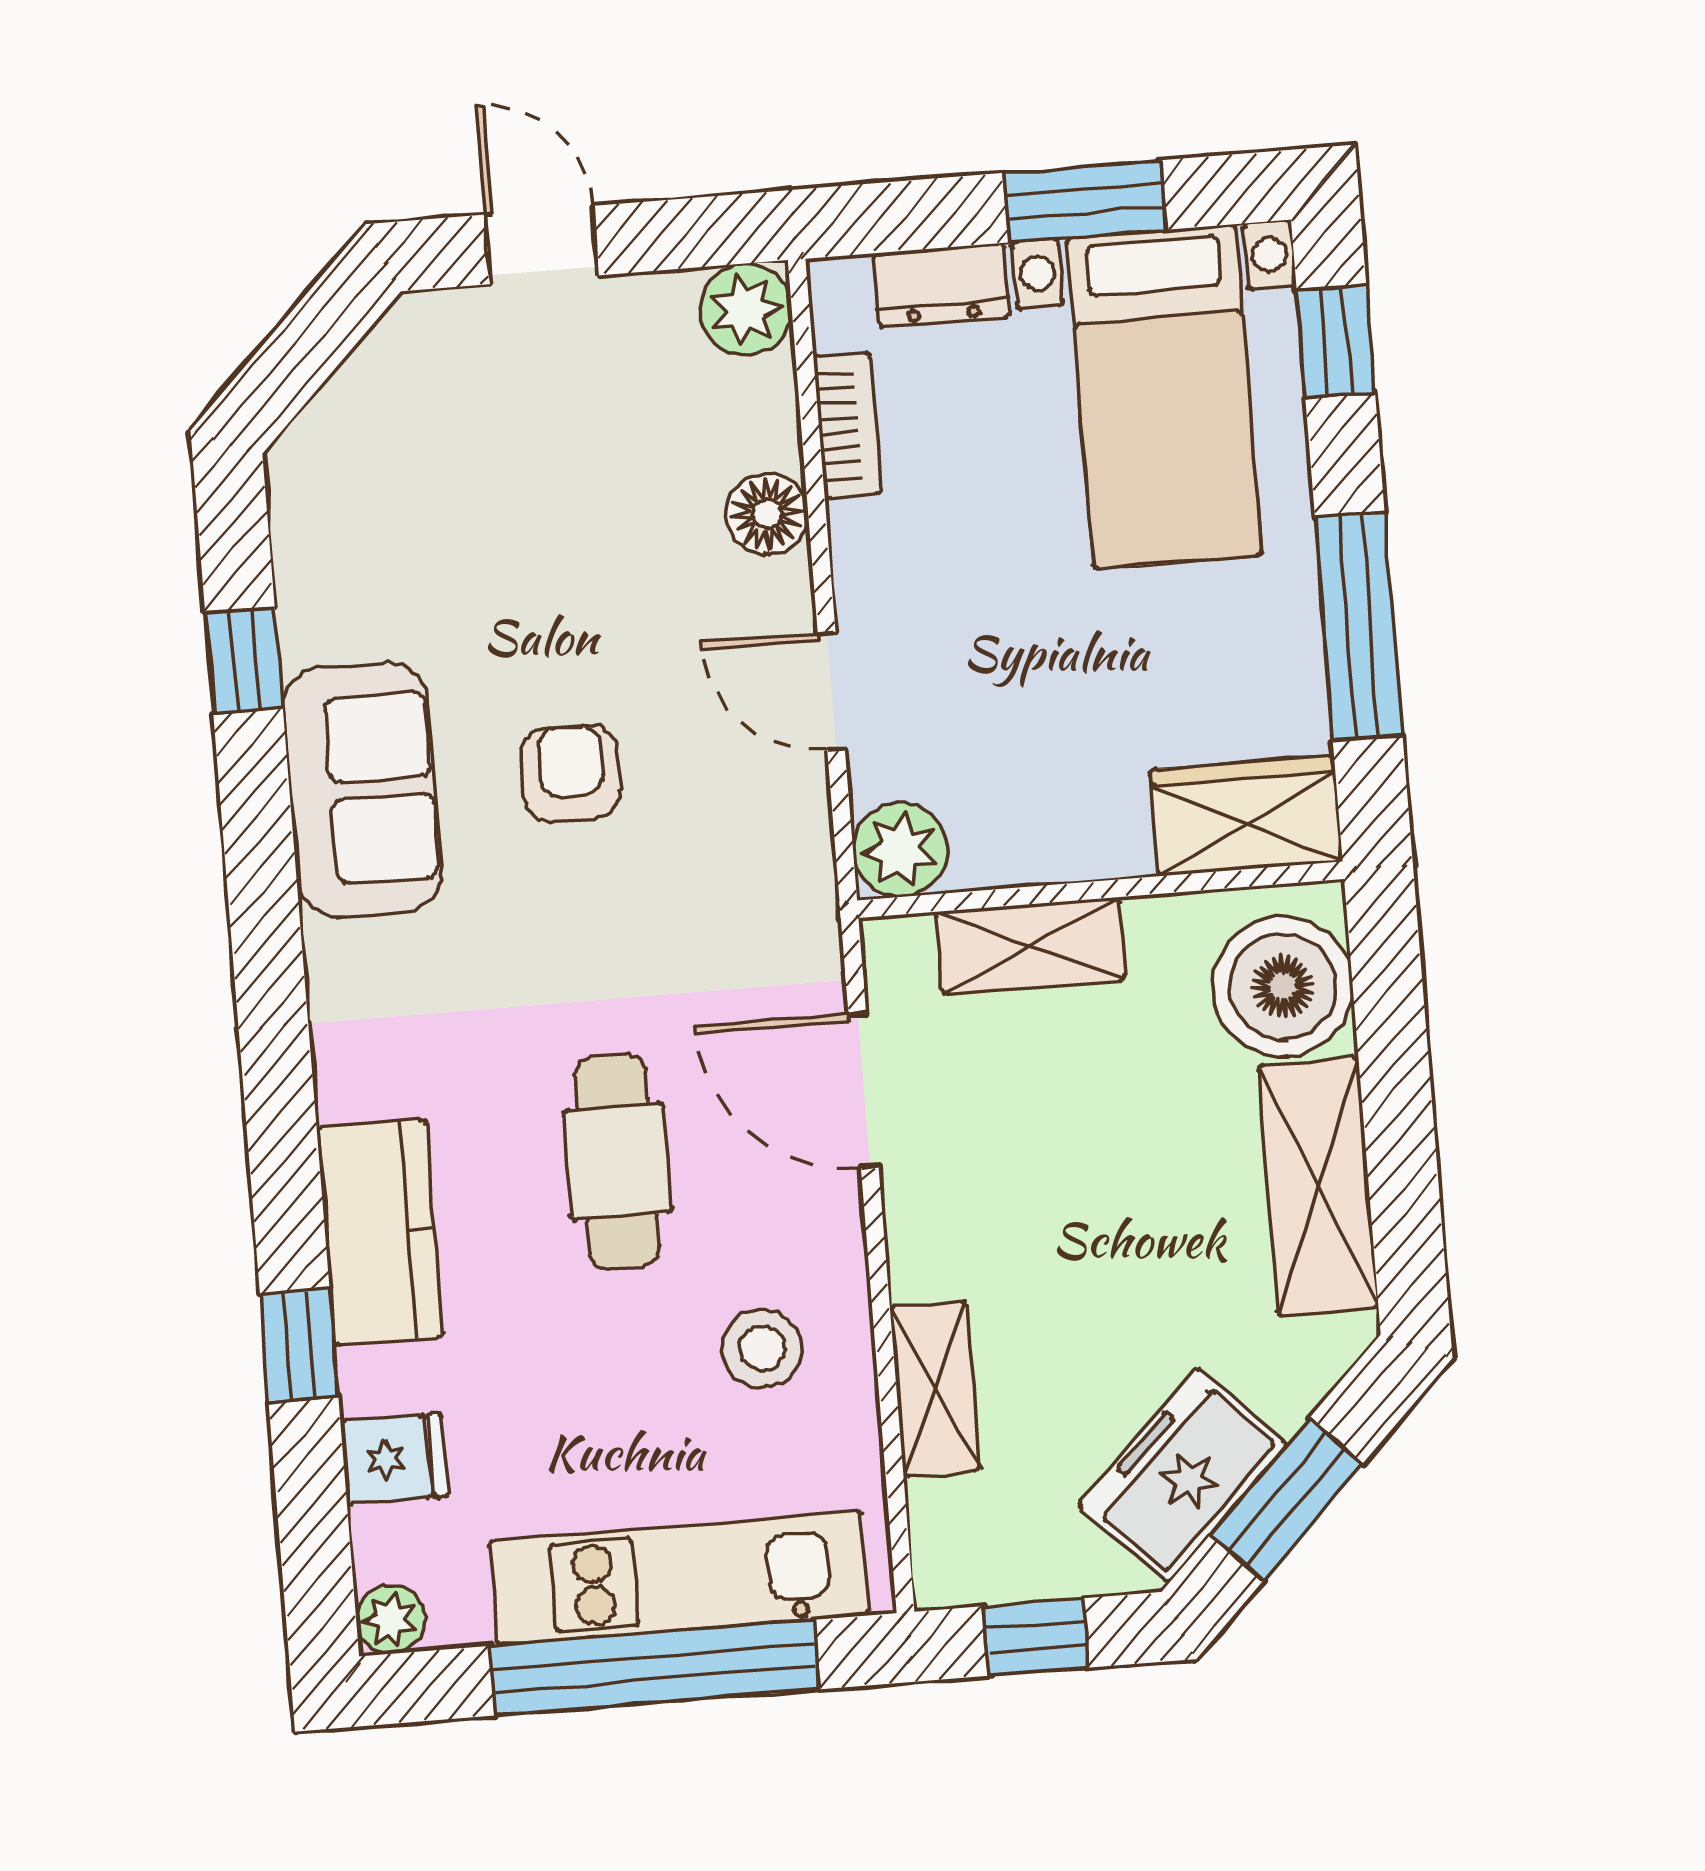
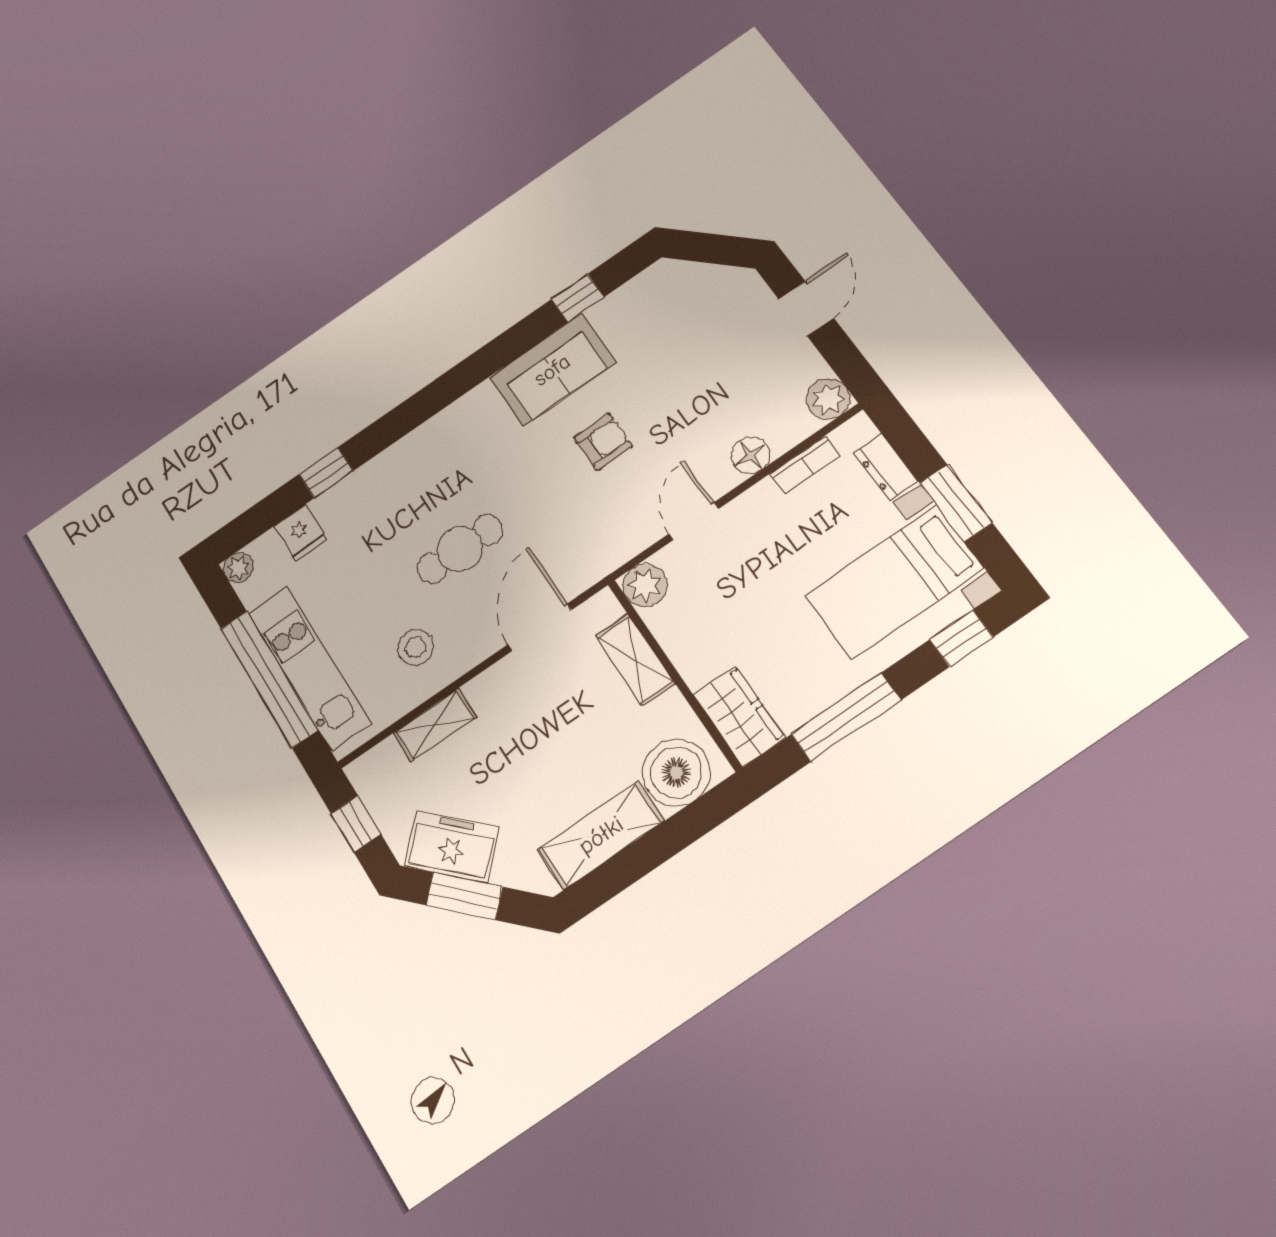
kitchen counter: (380, 1232) -> (385, 477), removed

